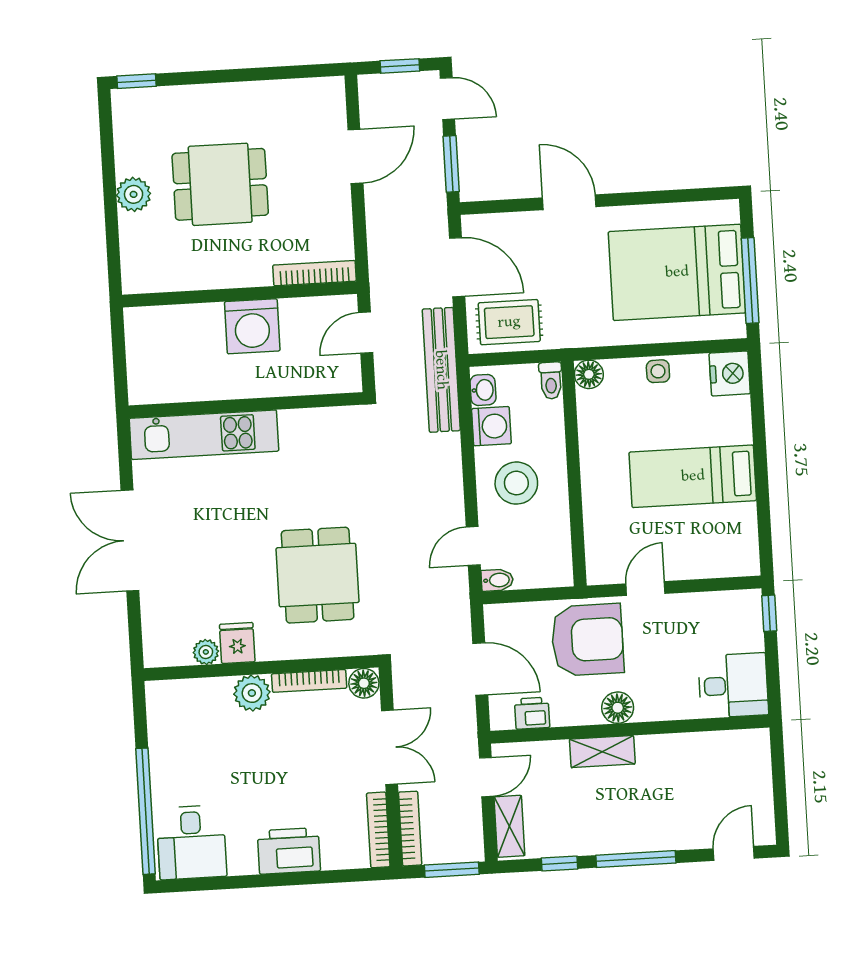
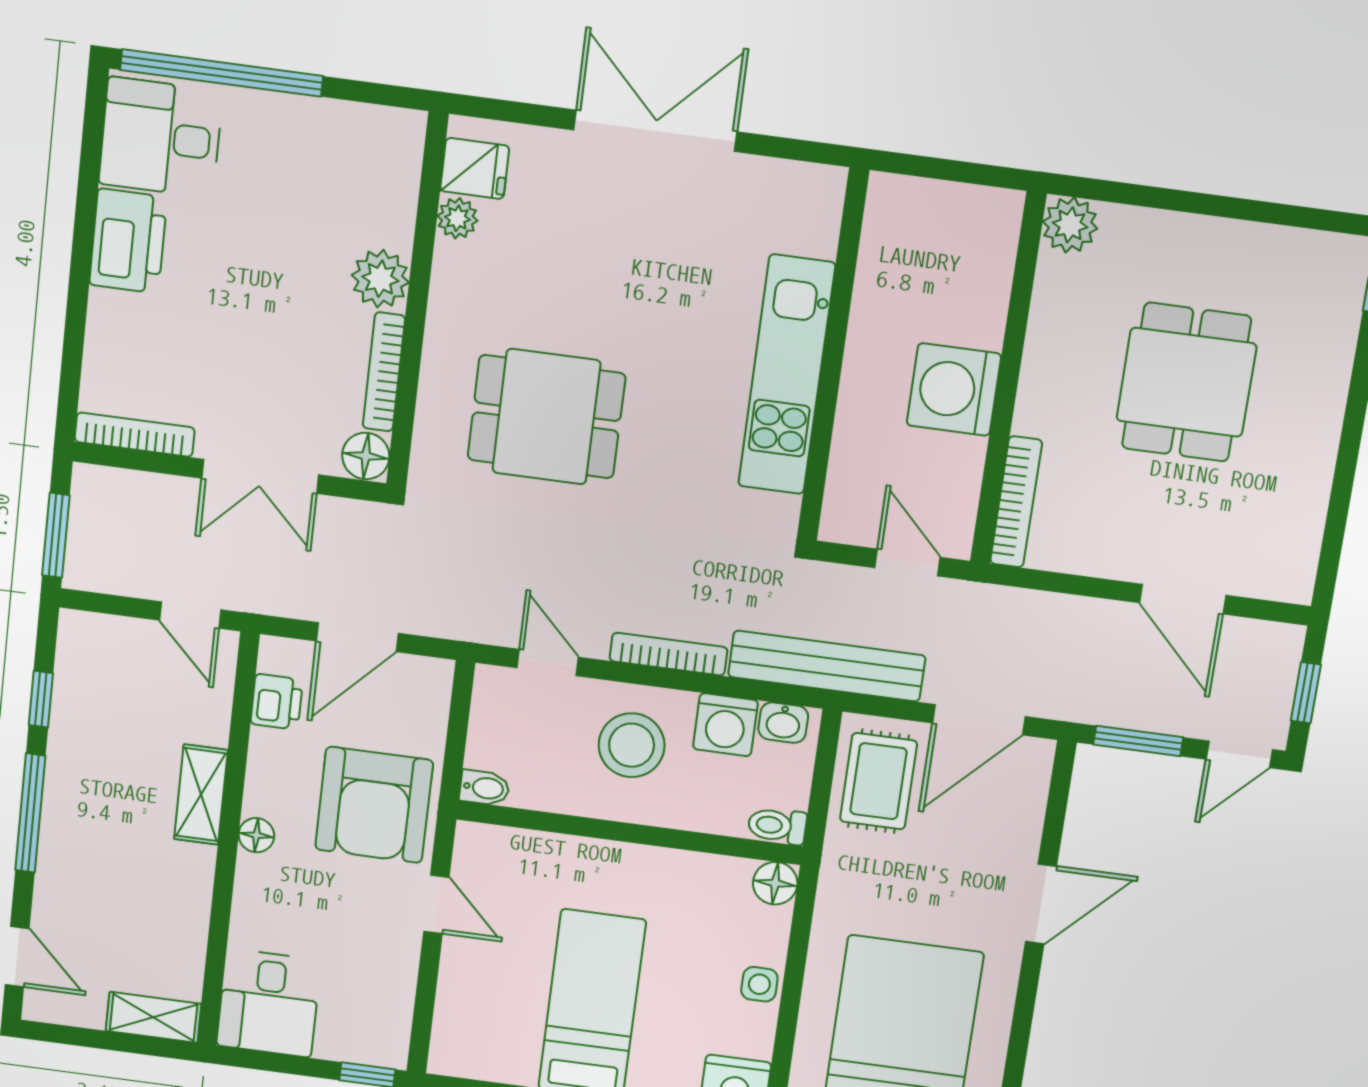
plant: (134, 194) -> (1070, 225), moved
kitchen unit: (204, 435) -> (787, 375), moved
bidet: (497, 580) -> (485, 788), moved, turned -90
fridge: (237, 643) -> (475, 168), moved
floor lamp: (618, 708) -> (256, 835), width x0.73, depth x0.73
shelving: (509, 826) -> (154, 1017), moved
bookcase: (410, 829) -> (669, 654), moved, turned 180
printer: (289, 851) -> (128, 241), moved

